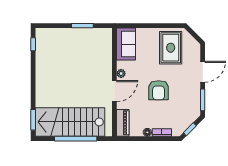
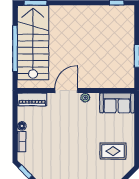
rug: (171, 48) -> (113, 151), width x0.73, depth x0.70
armchair: (159, 90) -> (67, 138), removed
door: (114, 91) -> (66, 91), swing flipped

